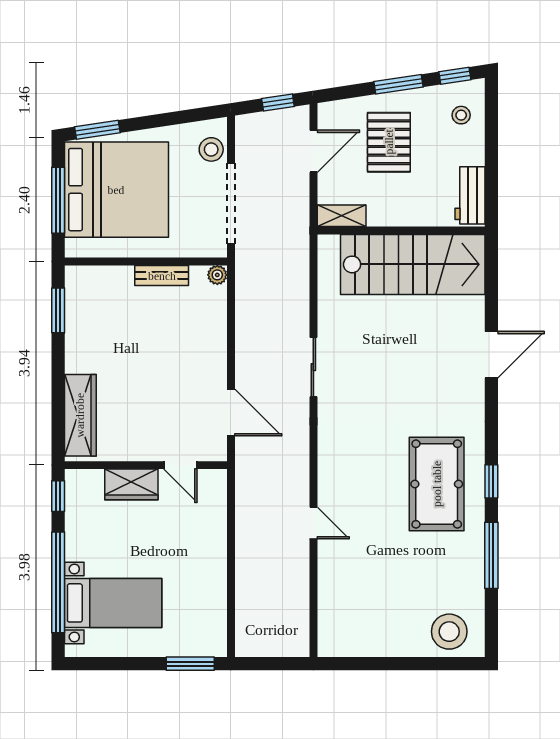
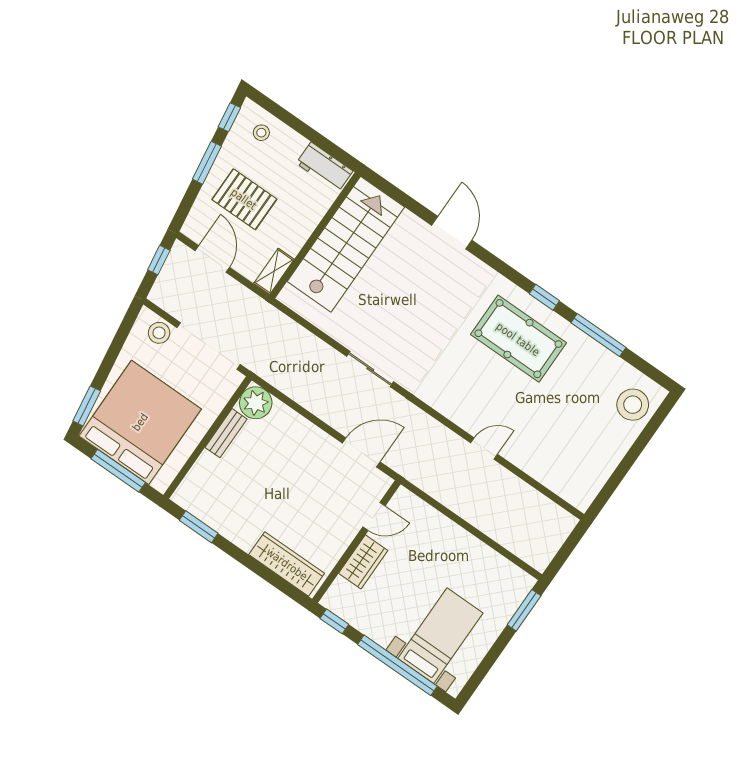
plant: (217, 275) -> (256, 403), width x1.88, depth x1.88

